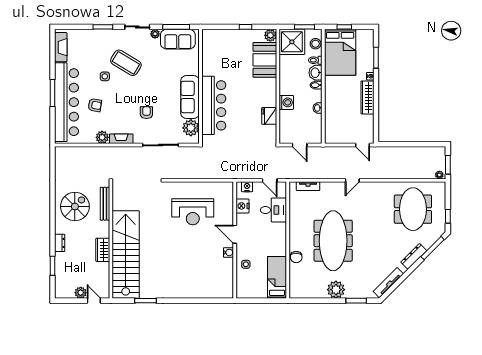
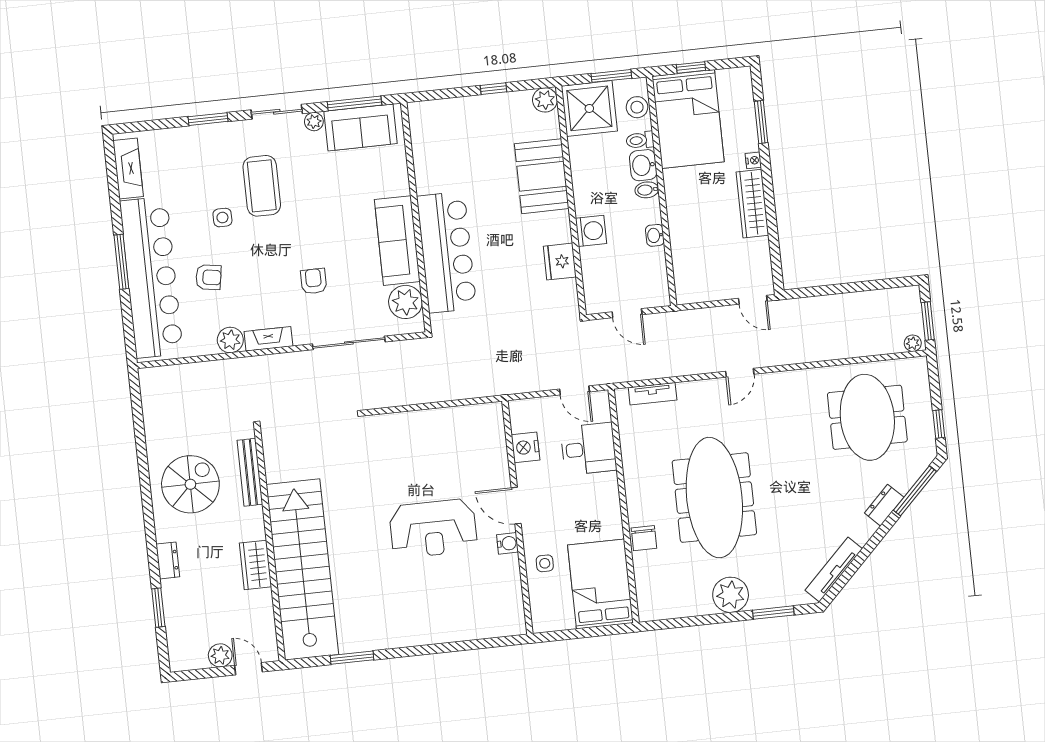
booth: (265, 60) -> (542, 176), moved
coffee table: (126, 63) -> (262, 186), turned 59
nightstand: (247, 187) -> (531, 408), removed
reception desk: (193, 212) -> (433, 528), moved
dresser: (414, 256) -> (884, 505), width x0.70
bed: (277, 277) -> (600, 584), width x1.50

